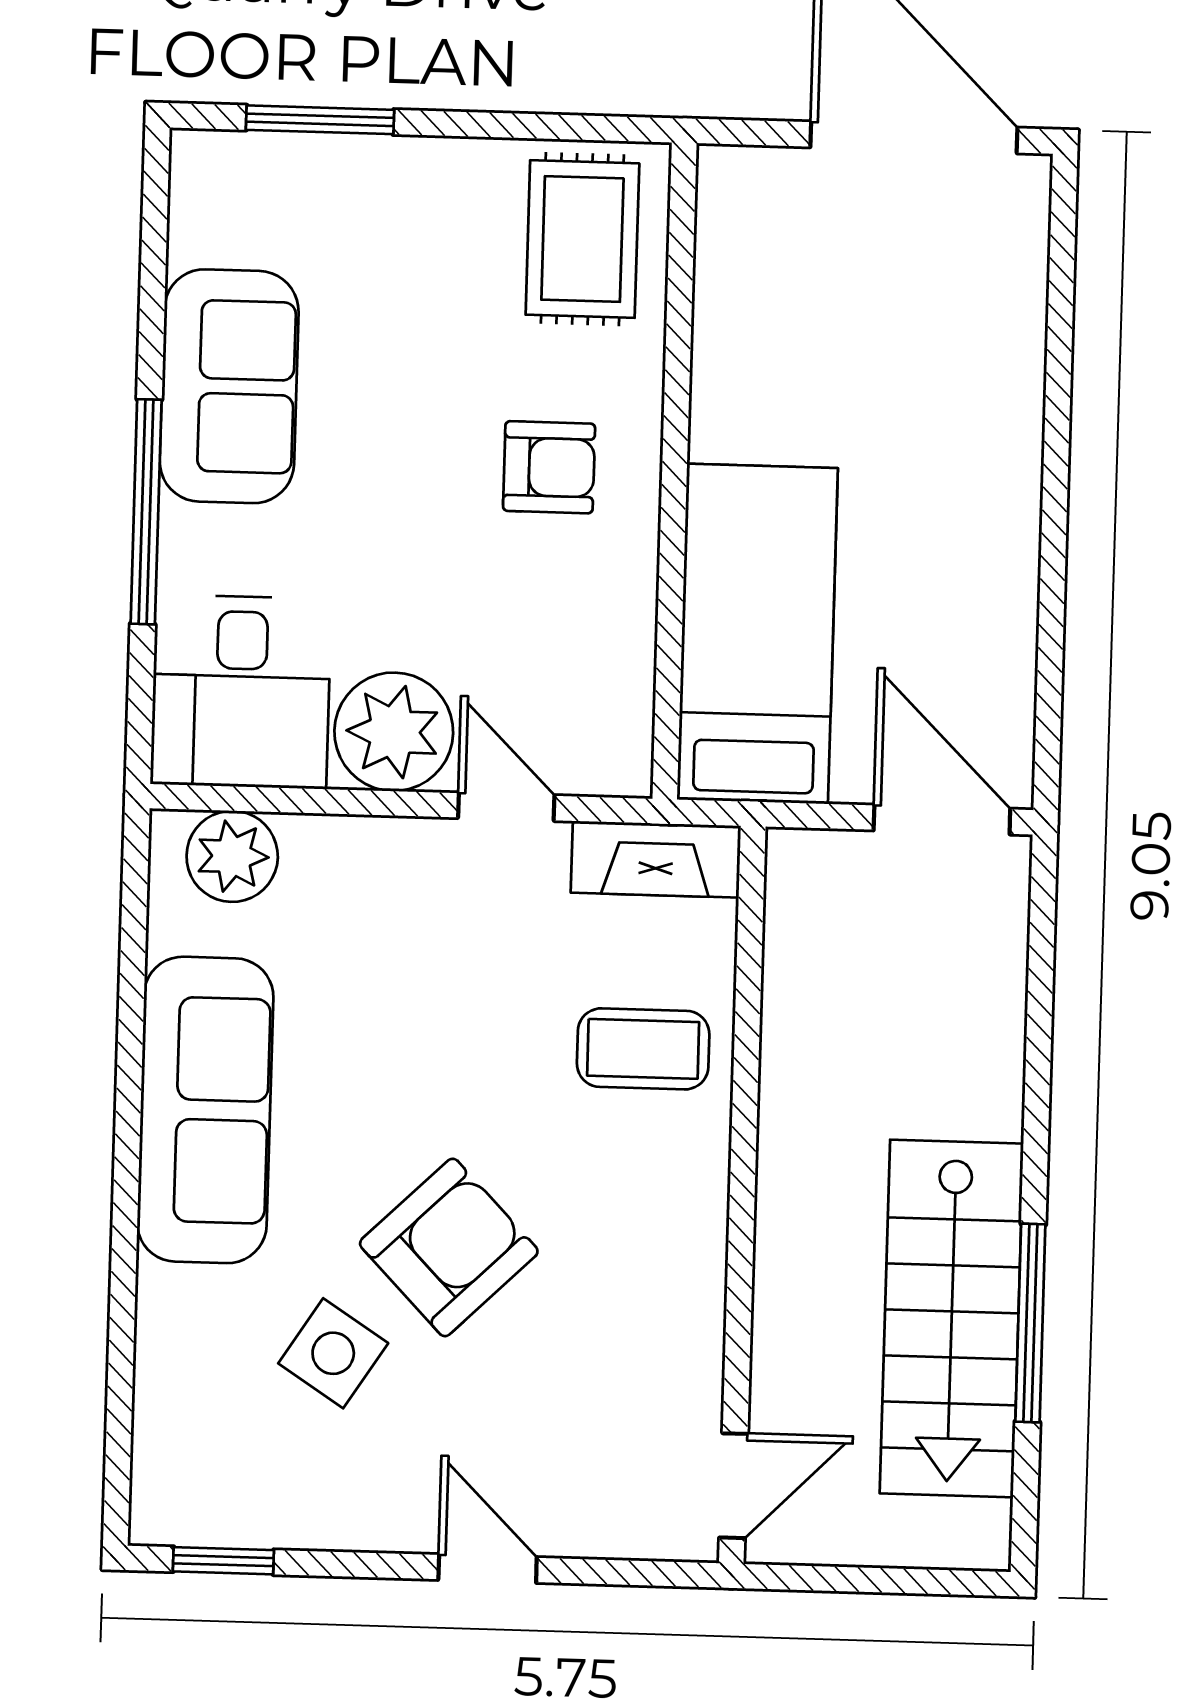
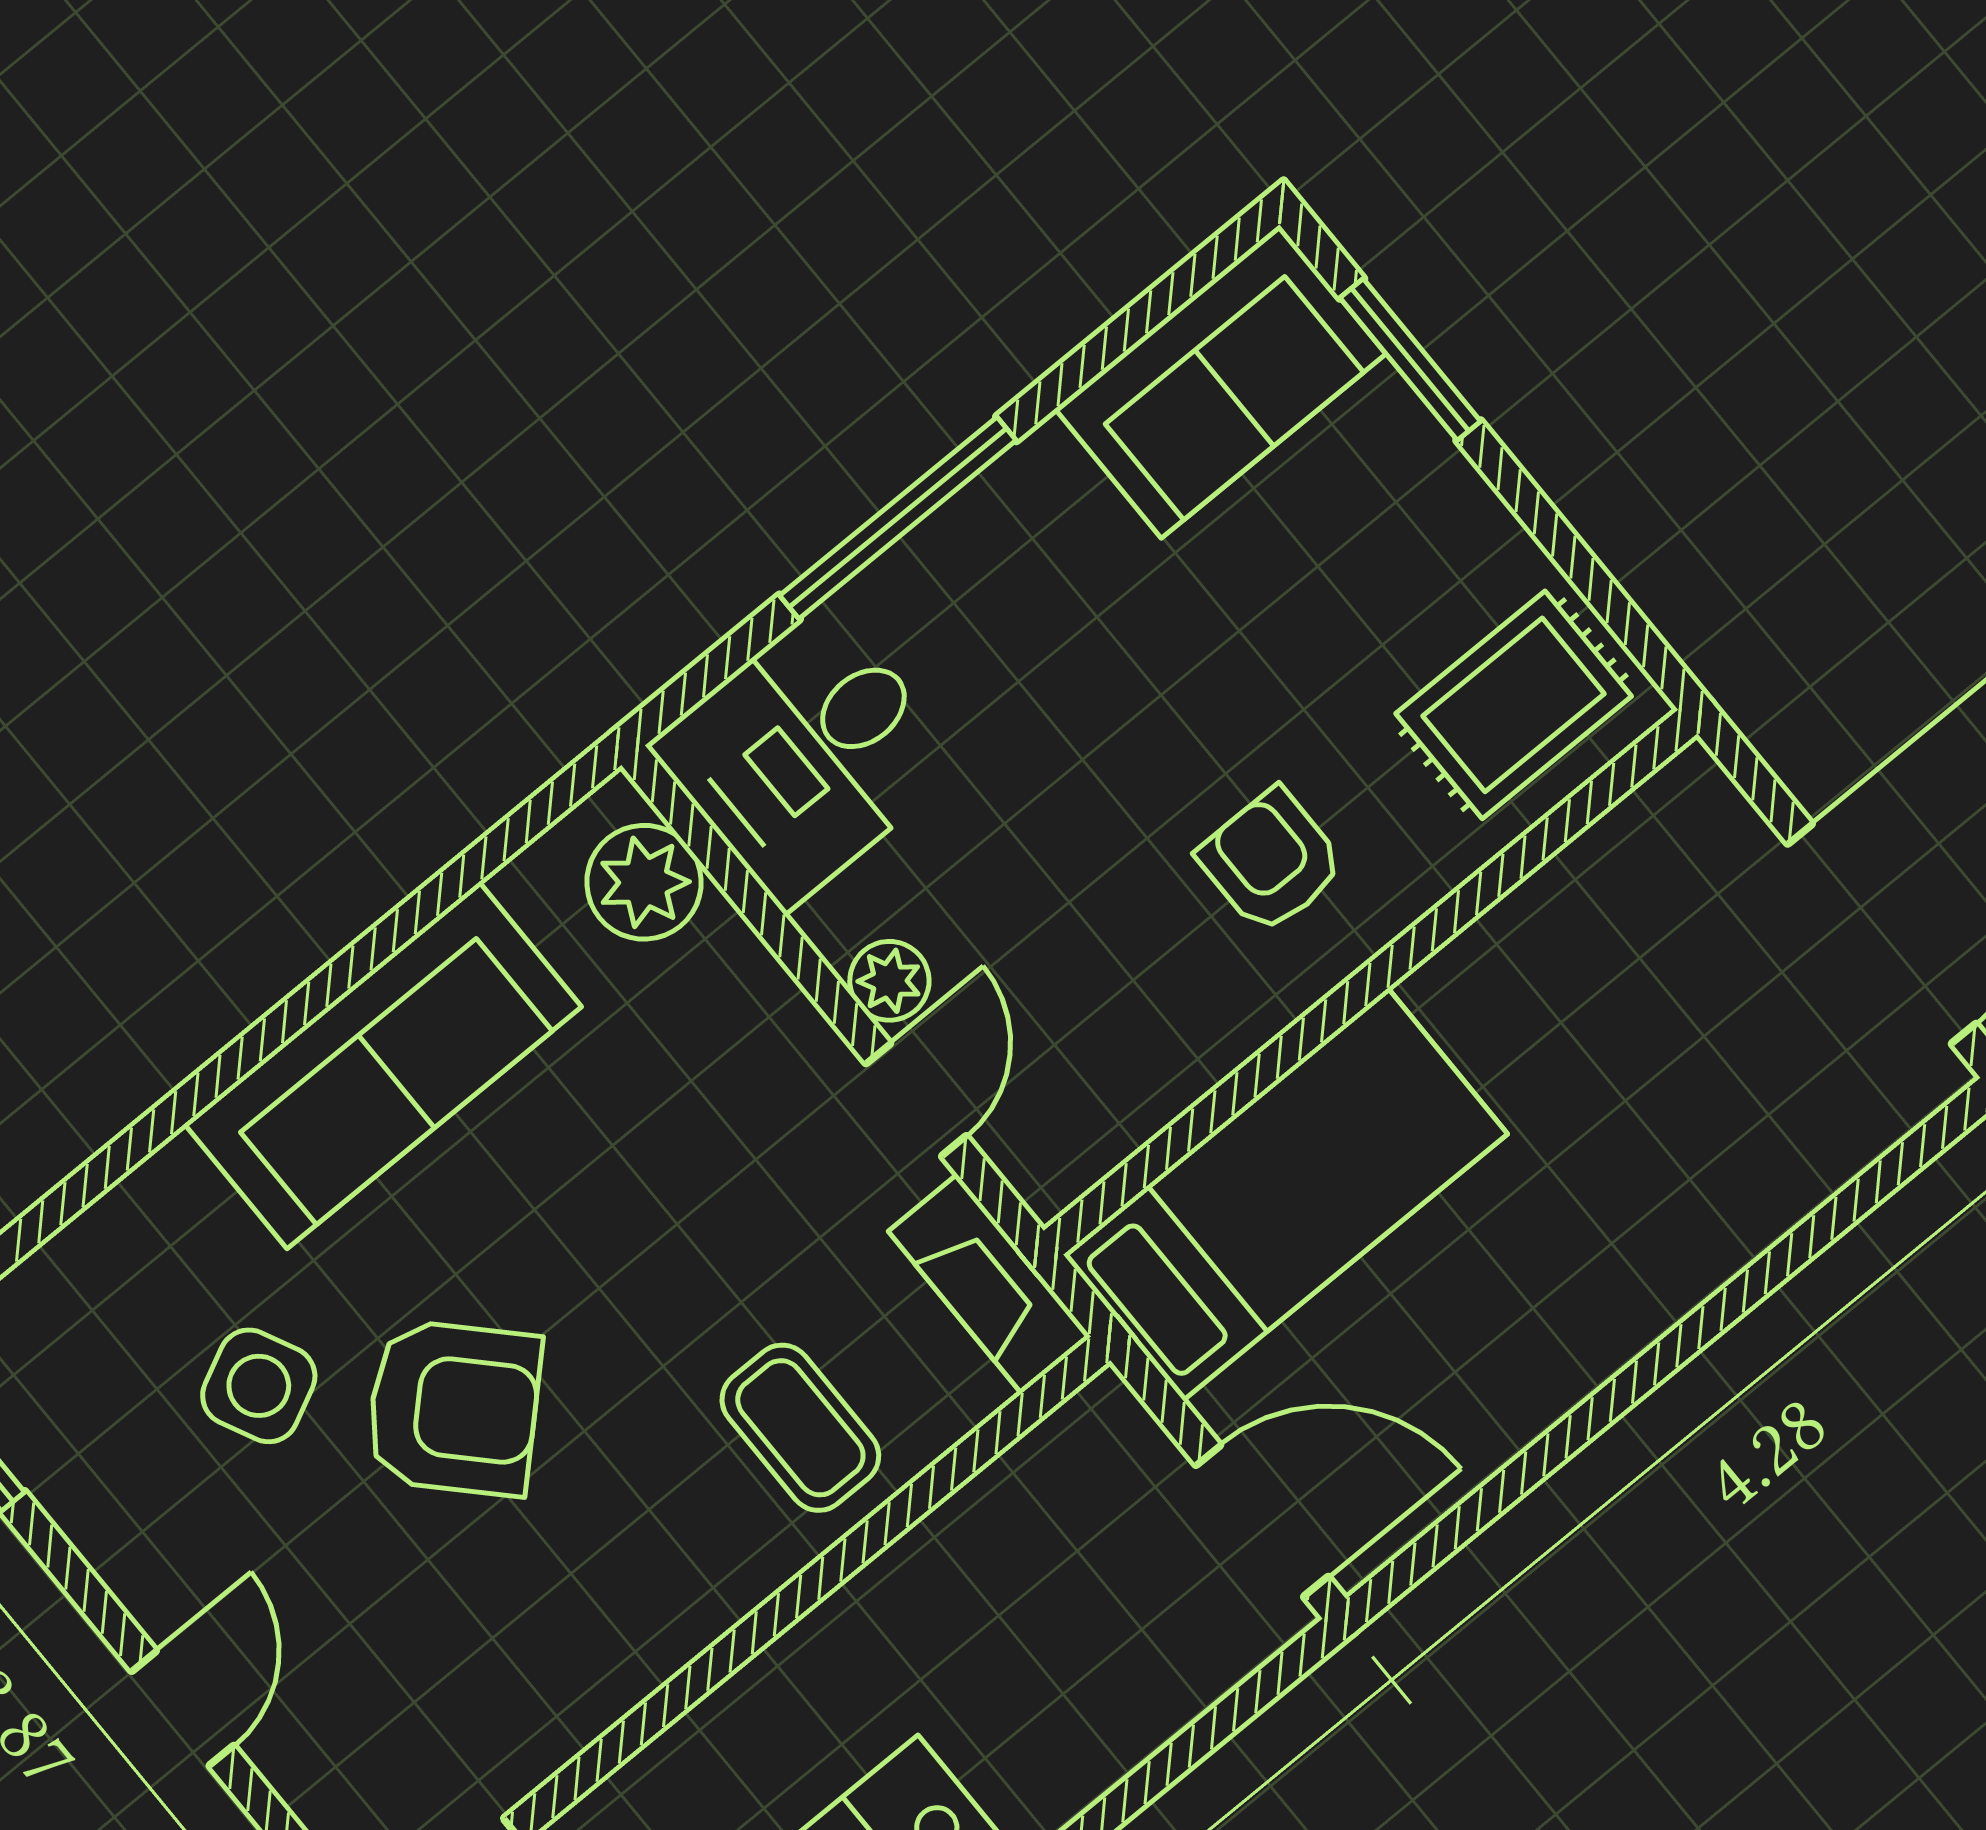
sofa: (229, 386) -> (1220, 381), moved
armchair: (549, 467) -> (1271, 861), turned 180
plant: (394, 732) -> (889, 981), width x0.53, depth x0.53
door: (942, 820) -> (1262, 1521), hinge flipped
side table: (333, 1353) -> (259, 1386), turned 31

